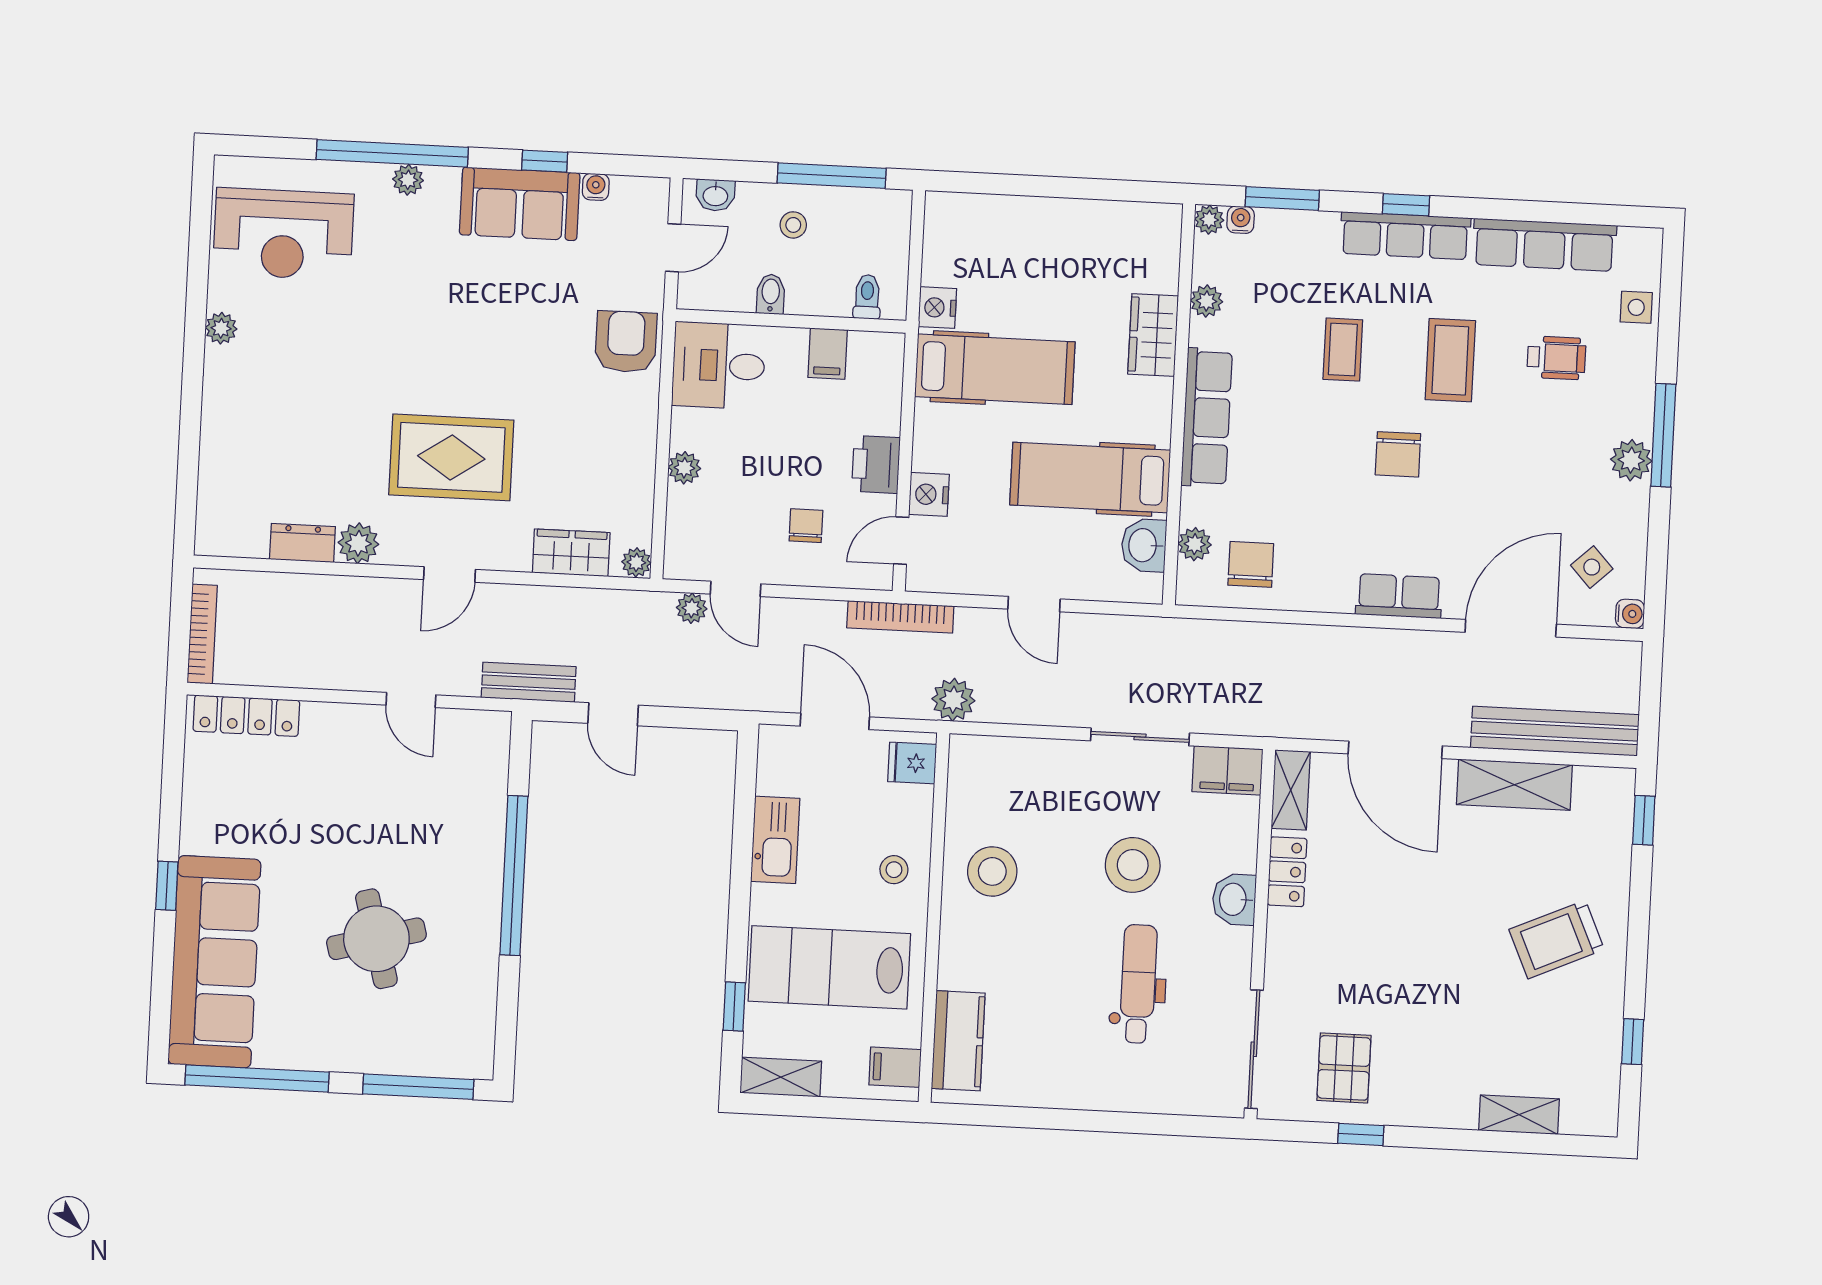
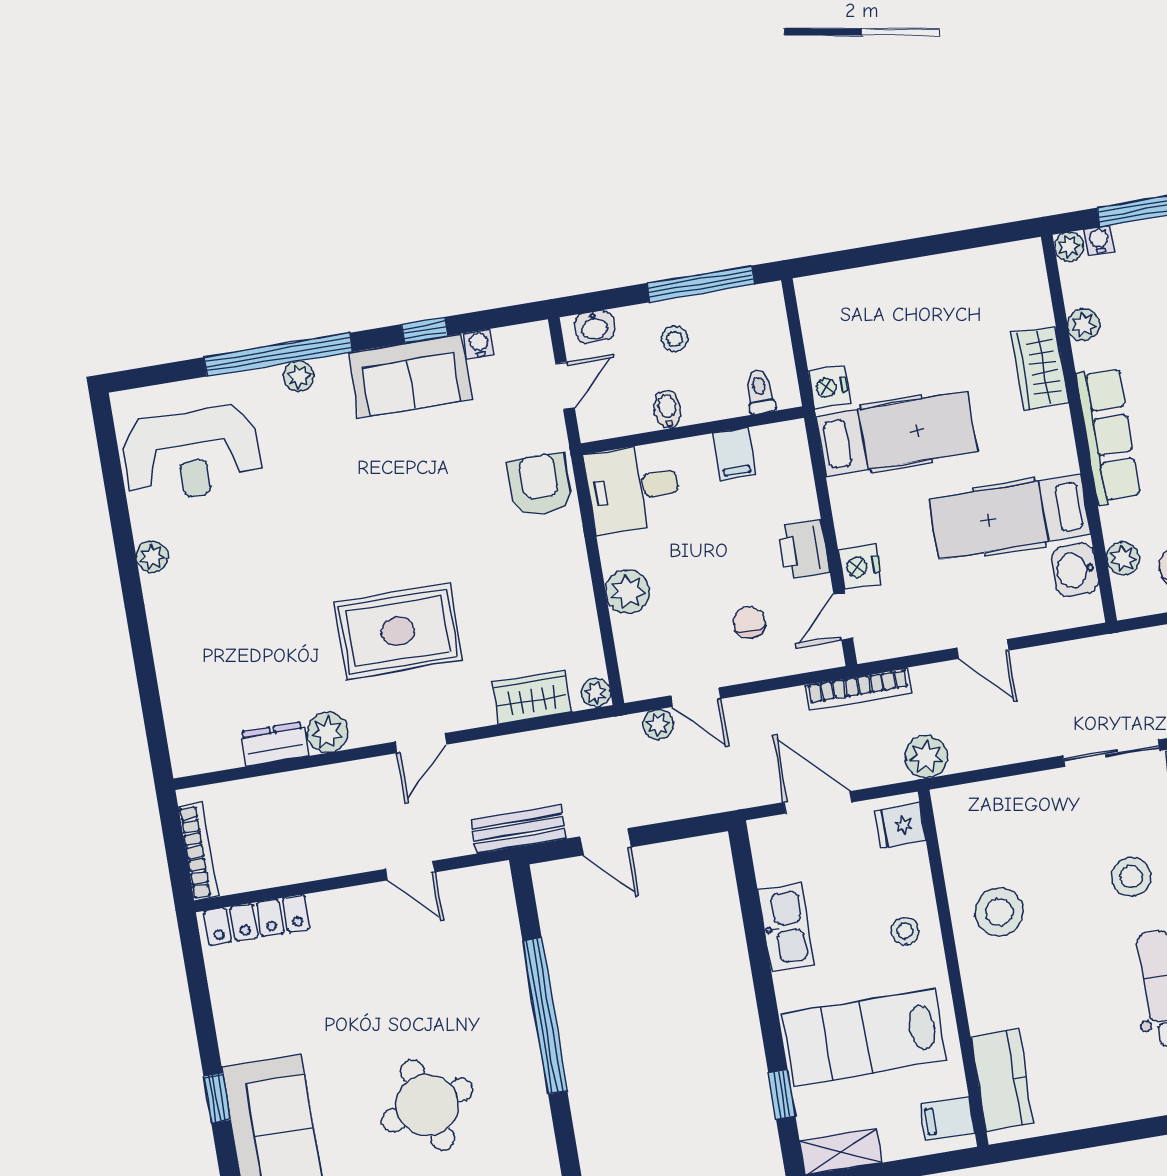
plant: (684, 468) -> (628, 592), width x1.38, depth x1.38
stool: (1133, 865) -> (1131, 877), width x0.73, depth x0.73

